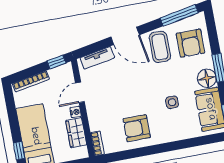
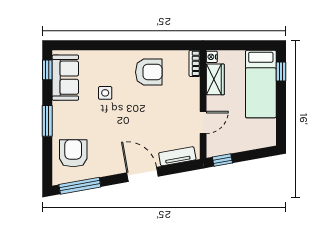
coffee table: (160, 47) -> (107, 156), removed
floor lamp: (207, 78) -> (62, 112), removed
bookcase: (31, 81) -> (254, 144), removed
nightstand: (76, 112) -> (212, 57), moved

